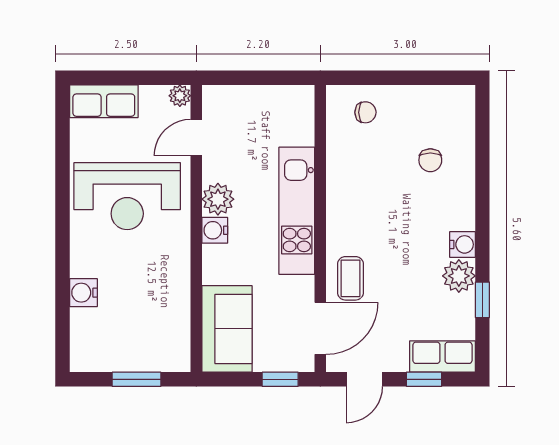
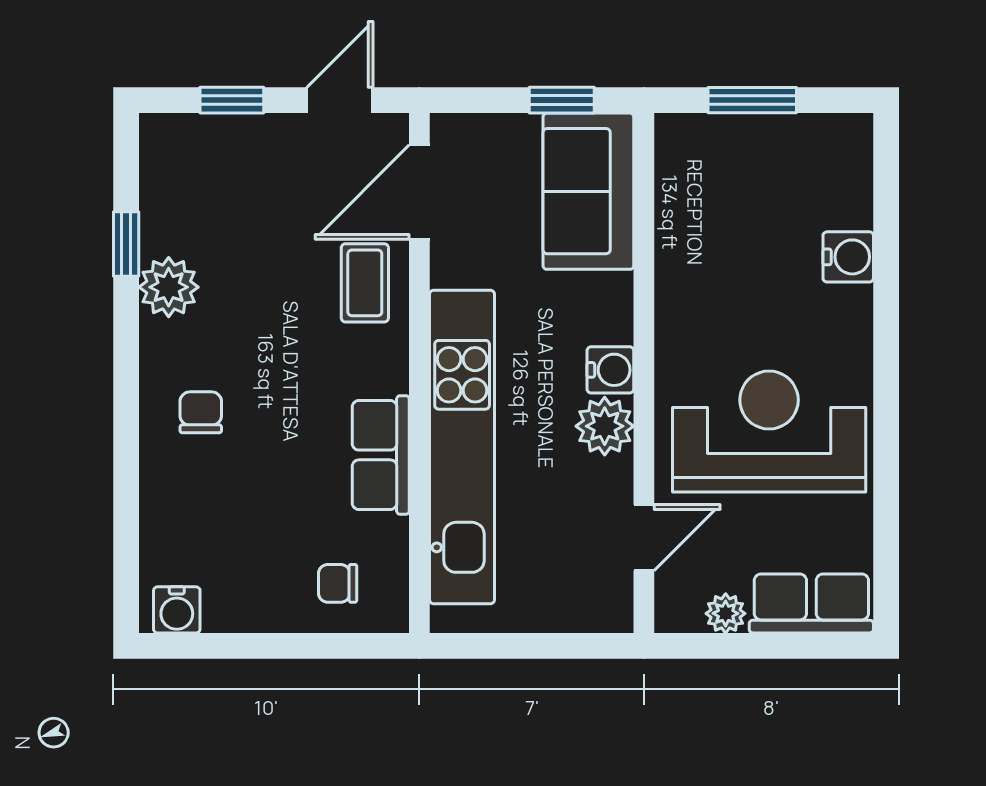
plant: (180, 96) -> (726, 613), moved
chair: (430, 160) -> (201, 412), moved
kitchen unit: (297, 211) -> (462, 447), width x1.36
water cooler: (463, 244) -> (177, 610), moved, turned -90
row of seats: (442, 357) -> (381, 455), moved, turned 90
window: (280, 379) -> (562, 100), moved

